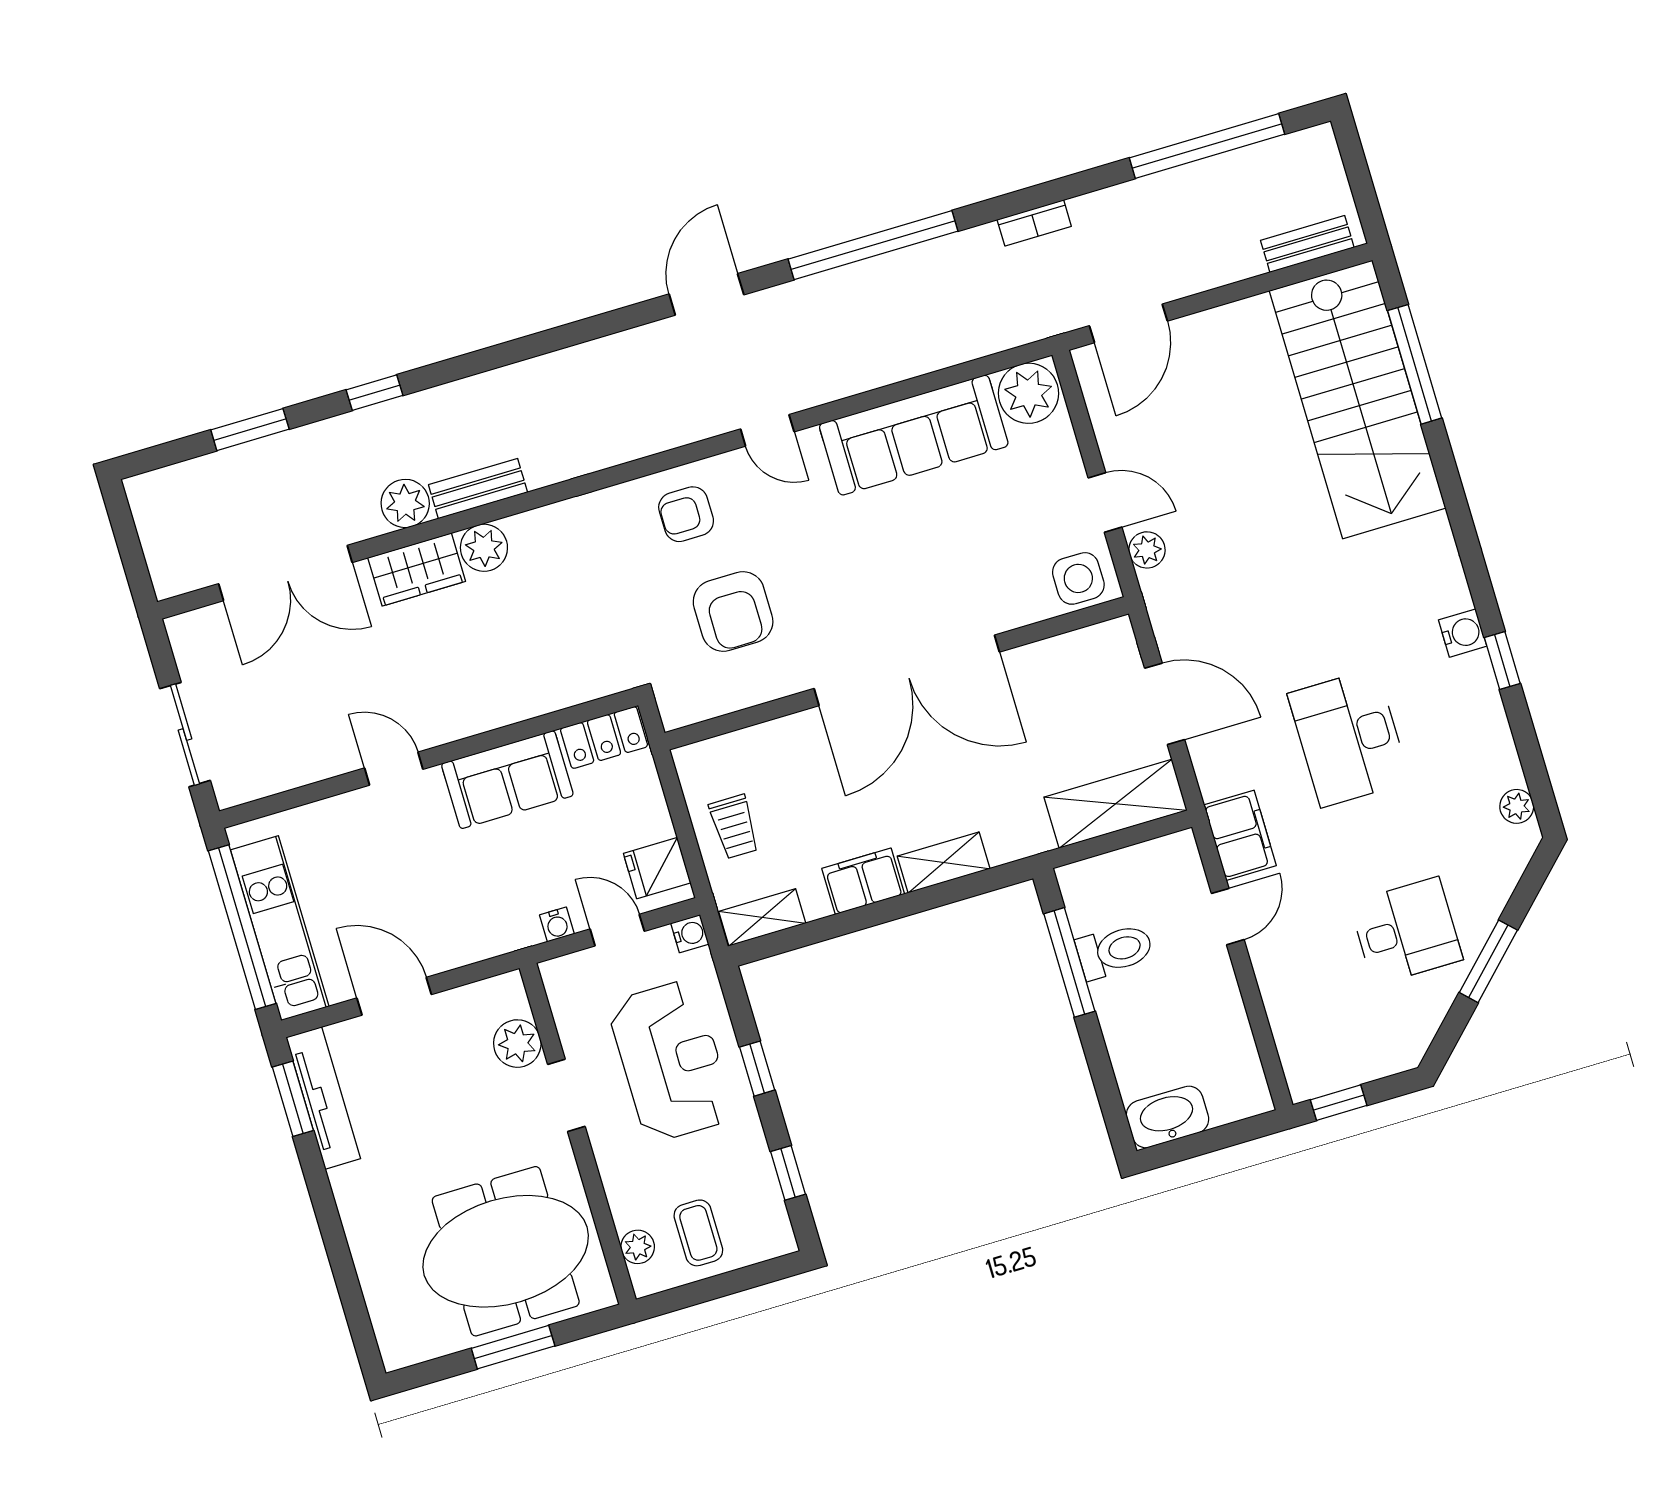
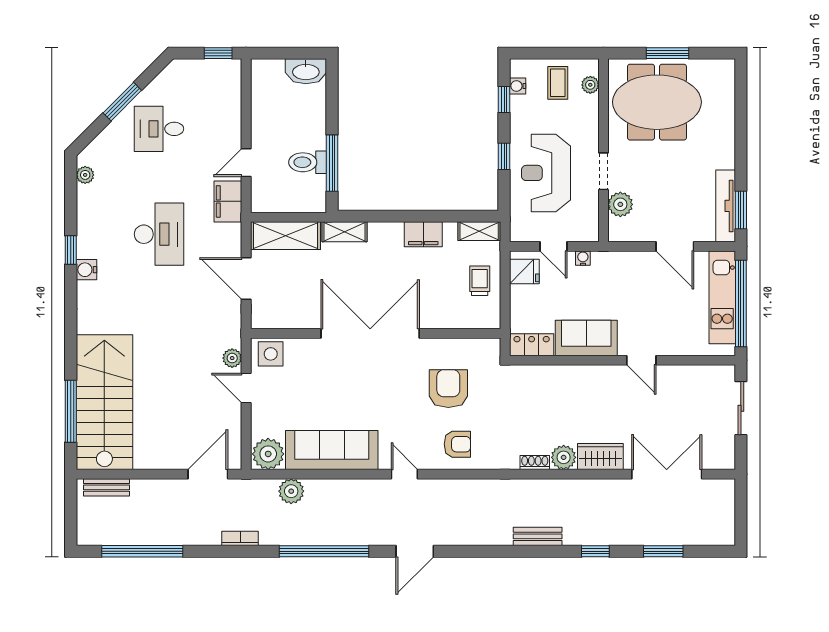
bench: (478, 489) -> (538, 536), moved
plant: (405, 503) -> (291, 491), moved
shoe rack: (534, 523) -> (535, 463), added
shelving: (944, 862) -> (345, 232), moved
water cooler: (690, 934) -> (518, 86), moved

